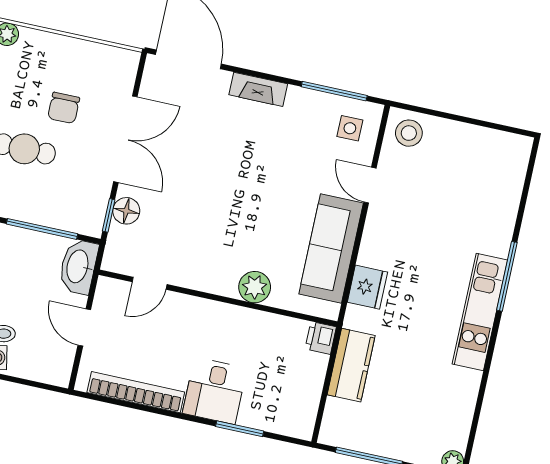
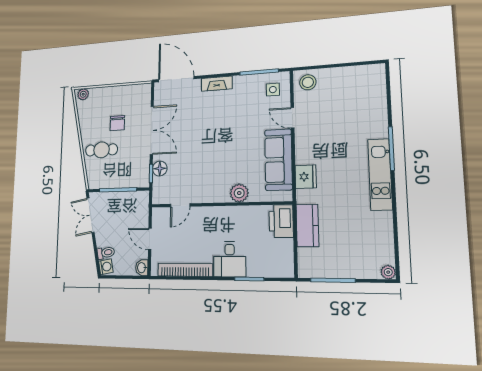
washbasin: (78, 267) -> (142, 268), moved, width x0.52, depth x0.69
printer: (321, 338) -> (281, 221), width x1.87, depth x1.48

